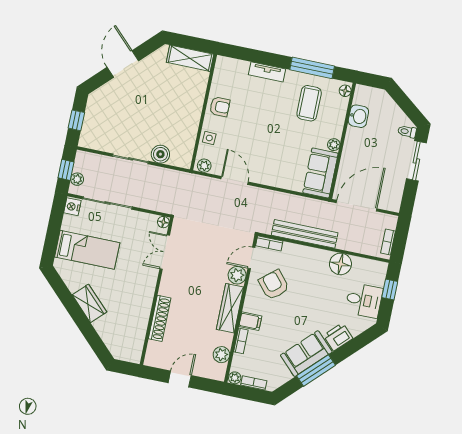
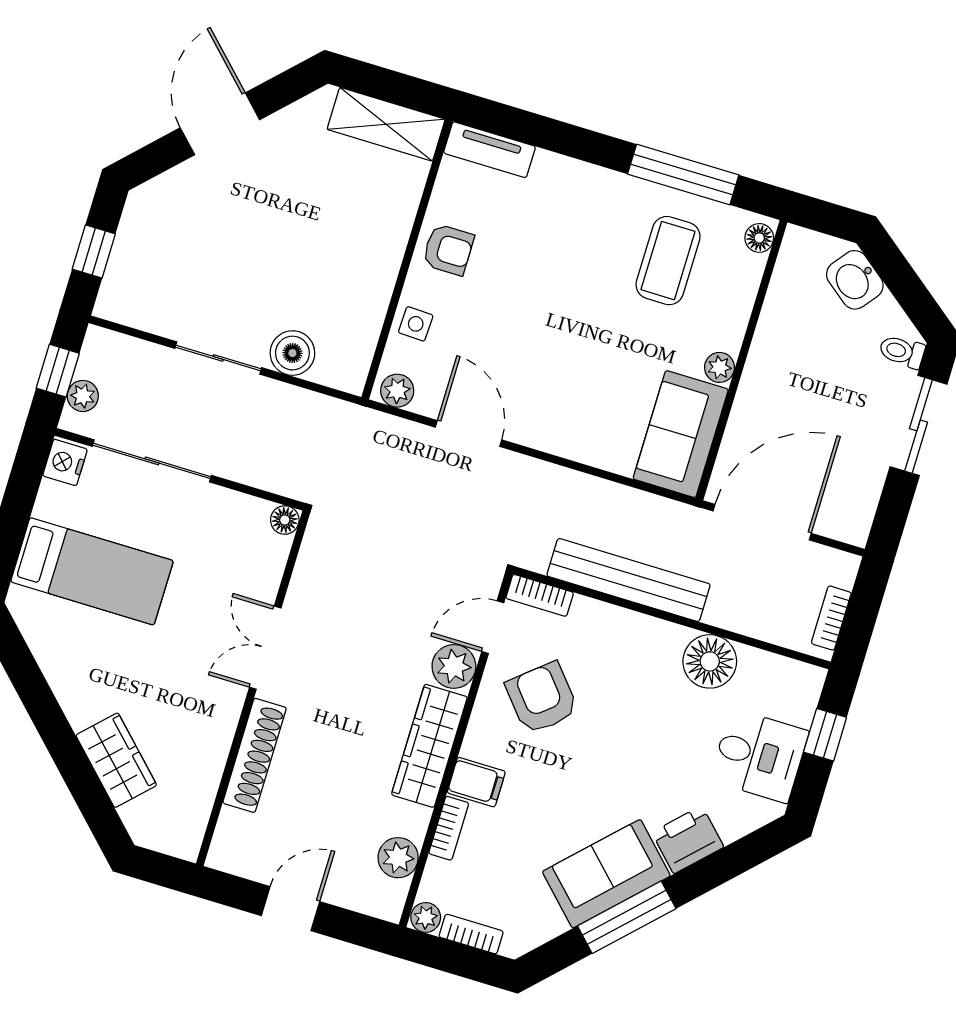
tv unit: (267, 72) -> (490, 150), moved
washbasin: (358, 116) -> (855, 280), moved, turned 128
double door: (165, 252) -> (265, 648), moved
wardrobe: (89, 303) -> (116, 760), moved

